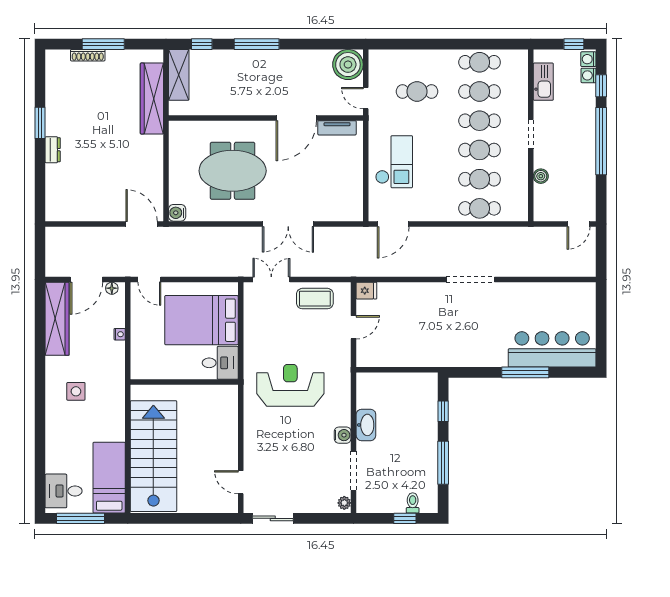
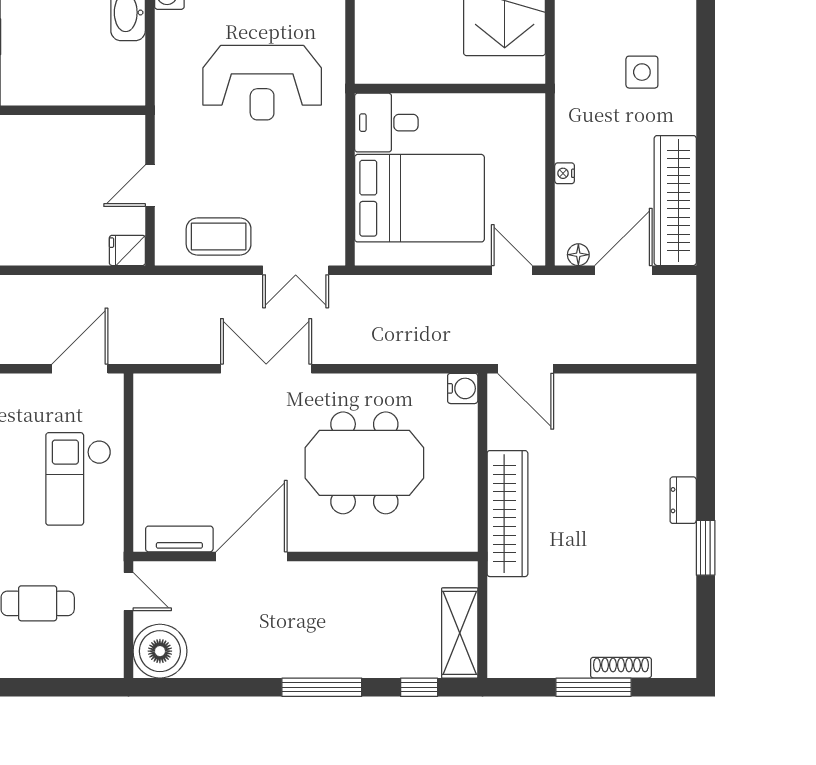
wardrobe: (152, 99) -> (507, 514), moved

